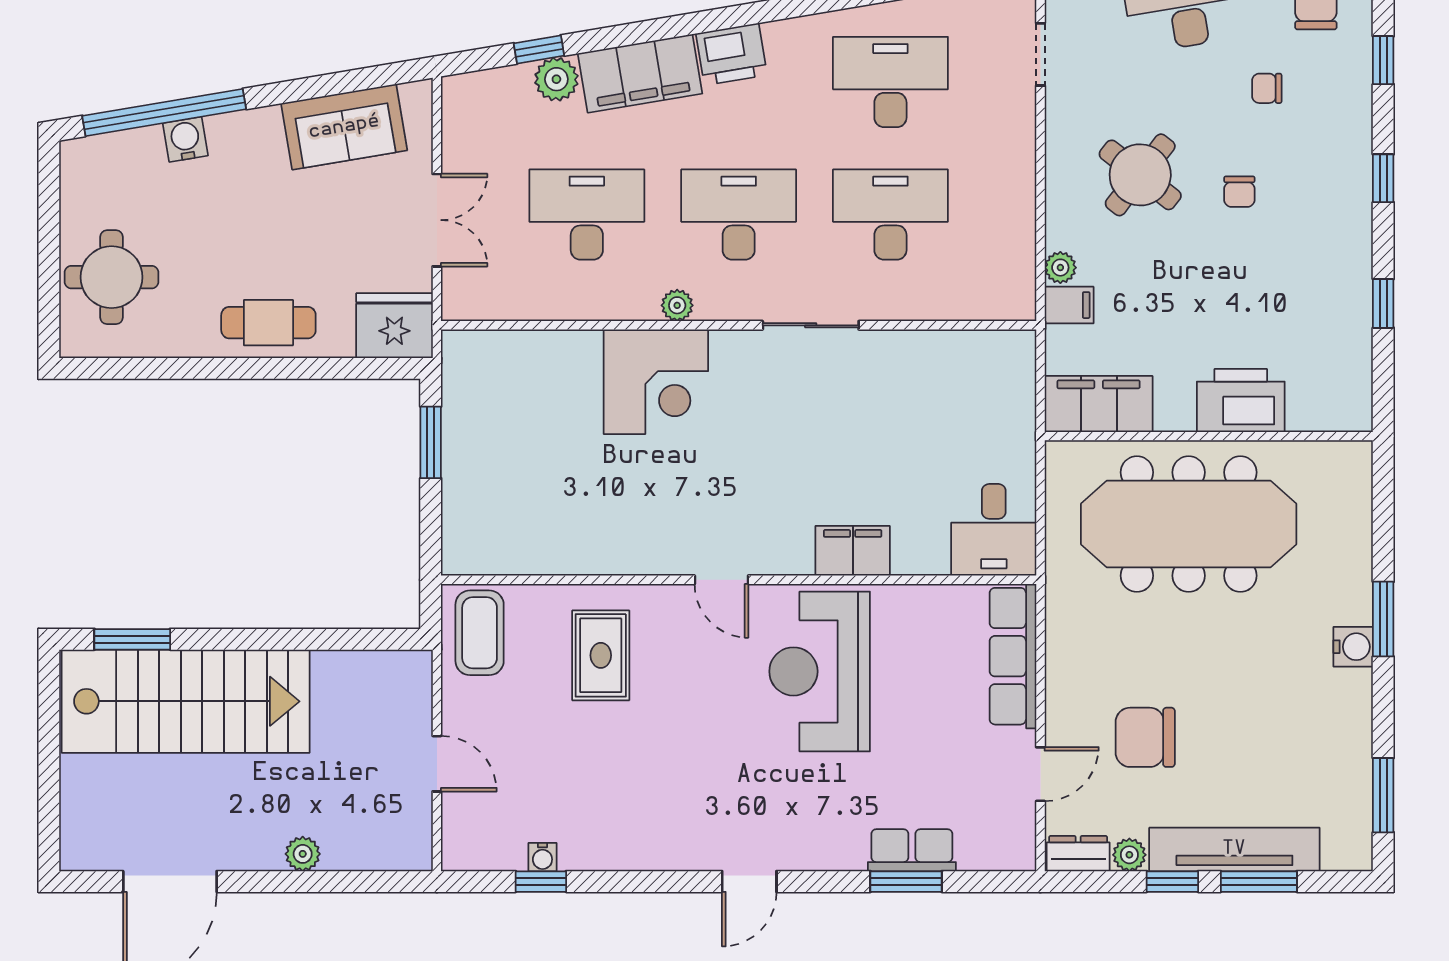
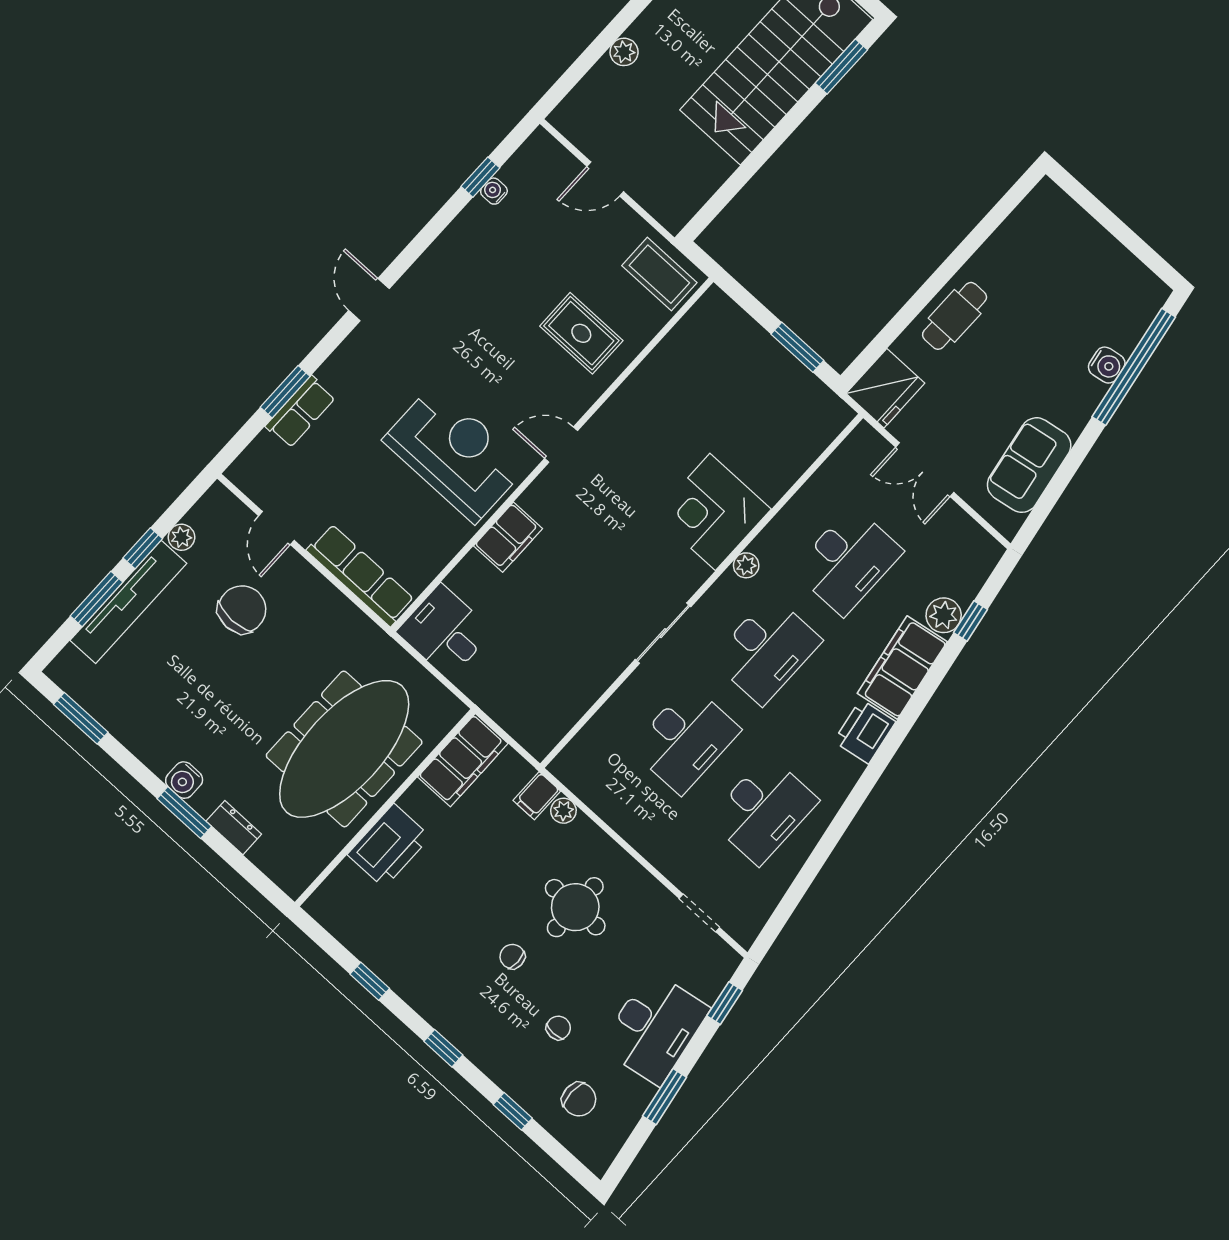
round table: (1140, 175) -> (575, 907), turned -38
round table: (111, 277) -> (1065, 248), removed
dresser: (1078, 854) -> (234, 828), moved, turned -90

